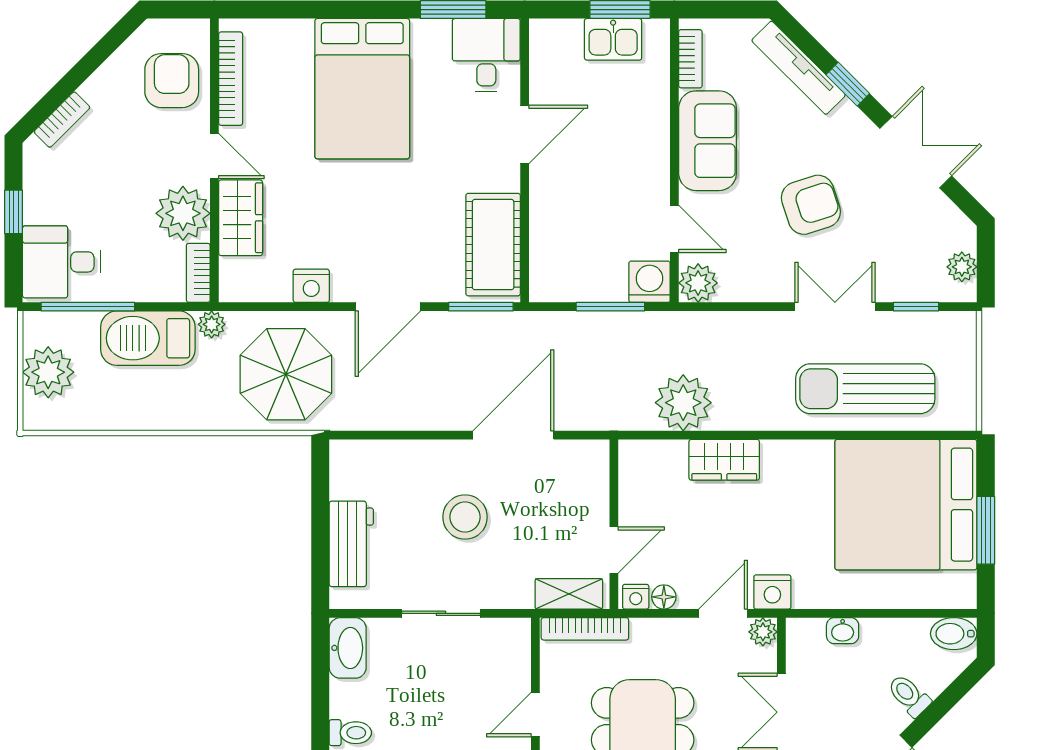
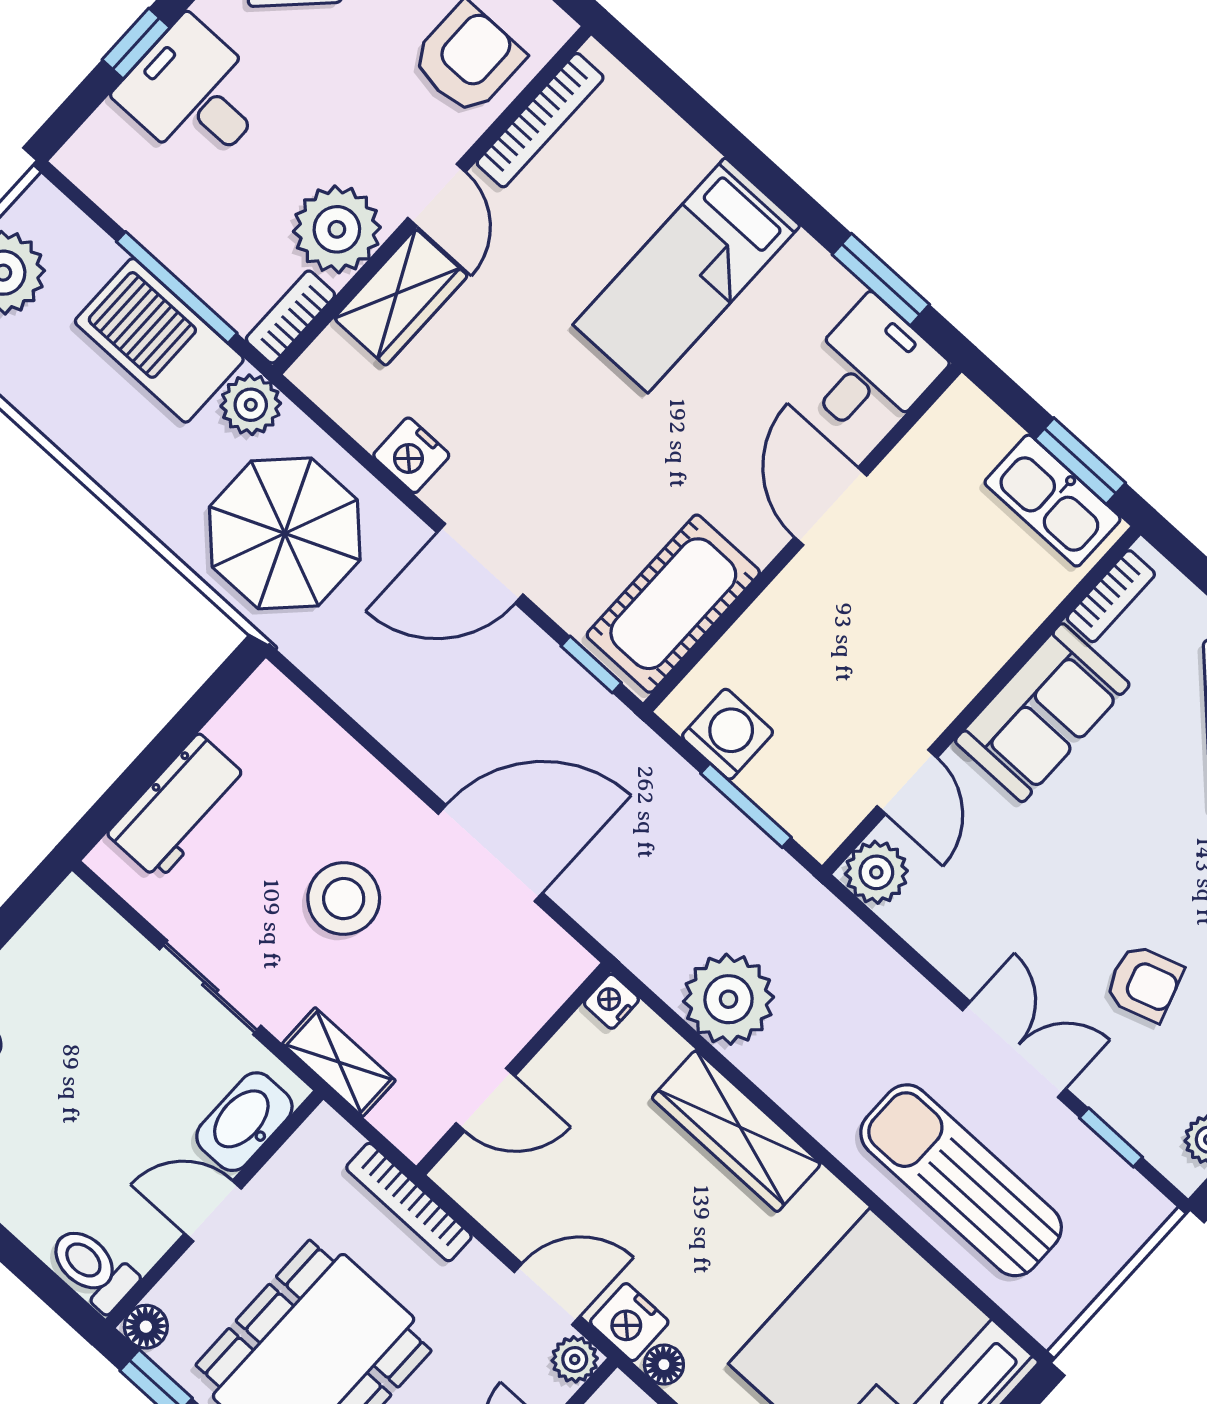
kitchen sink: (613, 39) -> (1053, 501), width x1.38
bed: (362, 89) -> (686, 275), width x0.67
door: (525, 134) -> (831, 506), swing flipped
armchair: (811, 205) -> (1144, 983), moved, width x0.72, depth x0.72
desk: (61, 262) -> (194, 94), moved
washing machine: (649, 282) -> (728, 734), moved
window: (88, 307) -> (177, 287), moved
window: (481, 307) -> (591, 665), width x0.67
plant: (212, 324) -> (251, 405), width x1.38, depth x1.38
wardrobe: (724, 460) -> (736, 1131), width x1.50
shelving: (569, 594) -> (339, 1062), moved
nightstand: (636, 597) -> (611, 1001), moved, turned 90
floor lamp: (664, 597) -> (664, 1365), moved
bookcase: (585, 629) -> (409, 1202), moved
washbasin: (348, 648) -> (244, 1122), moved, turned 180

